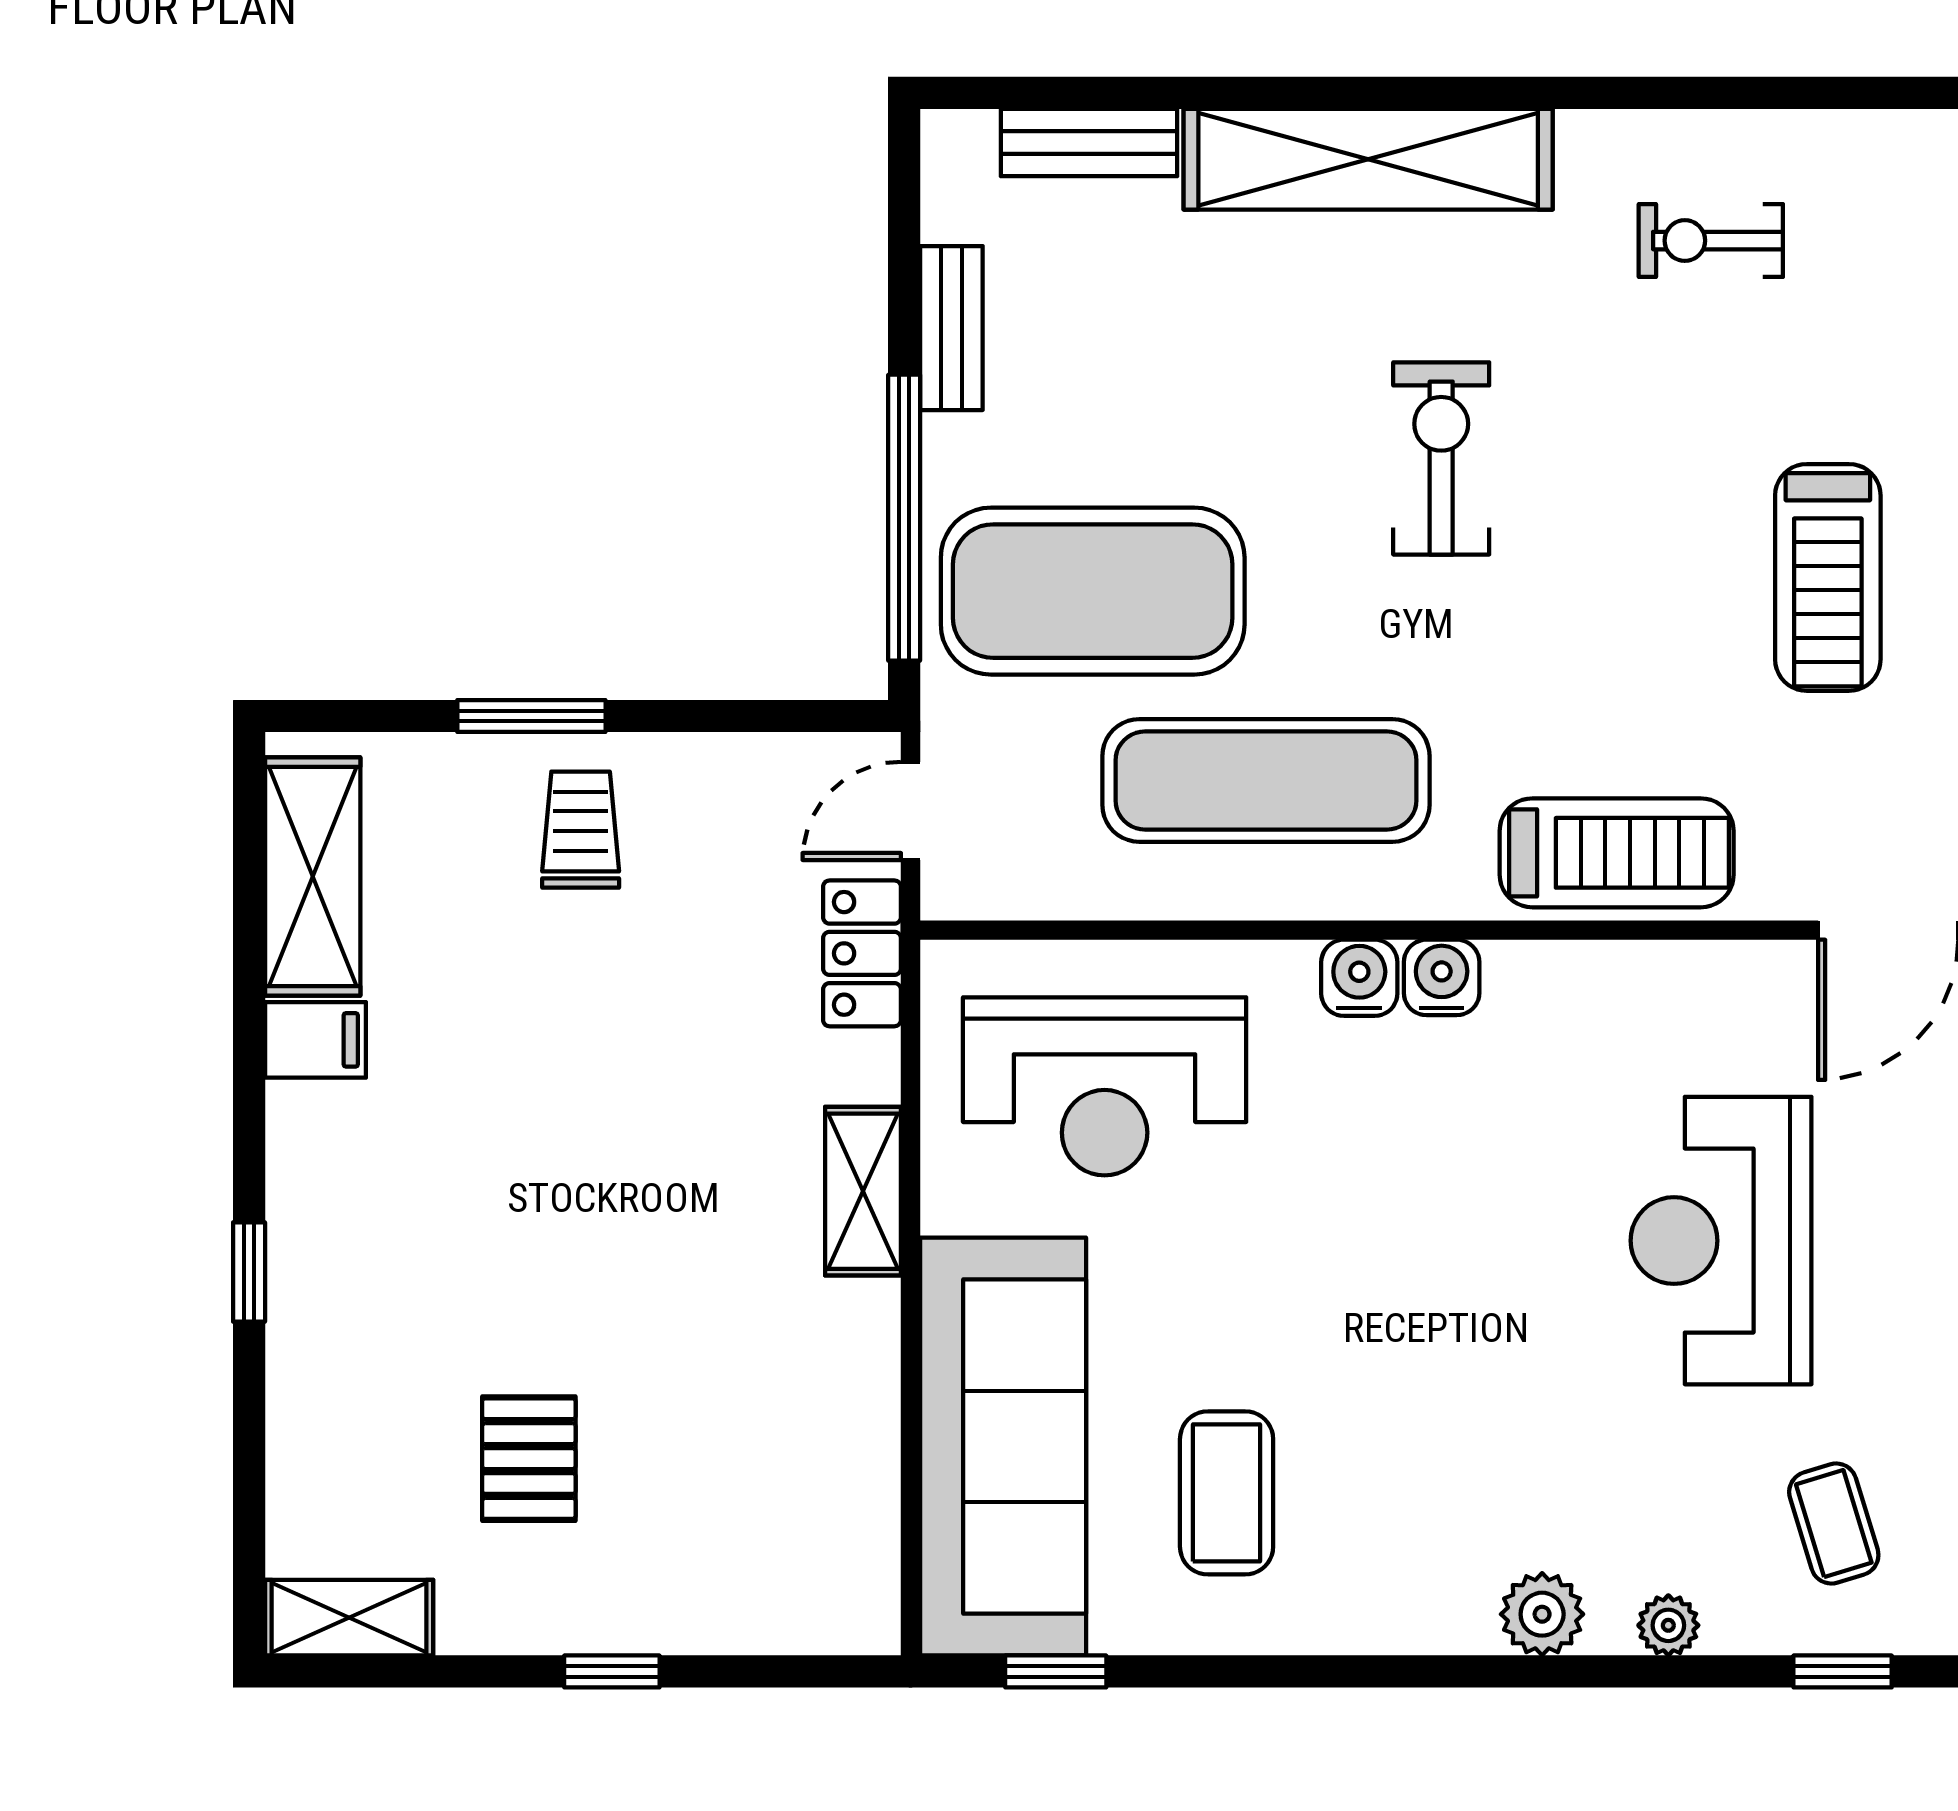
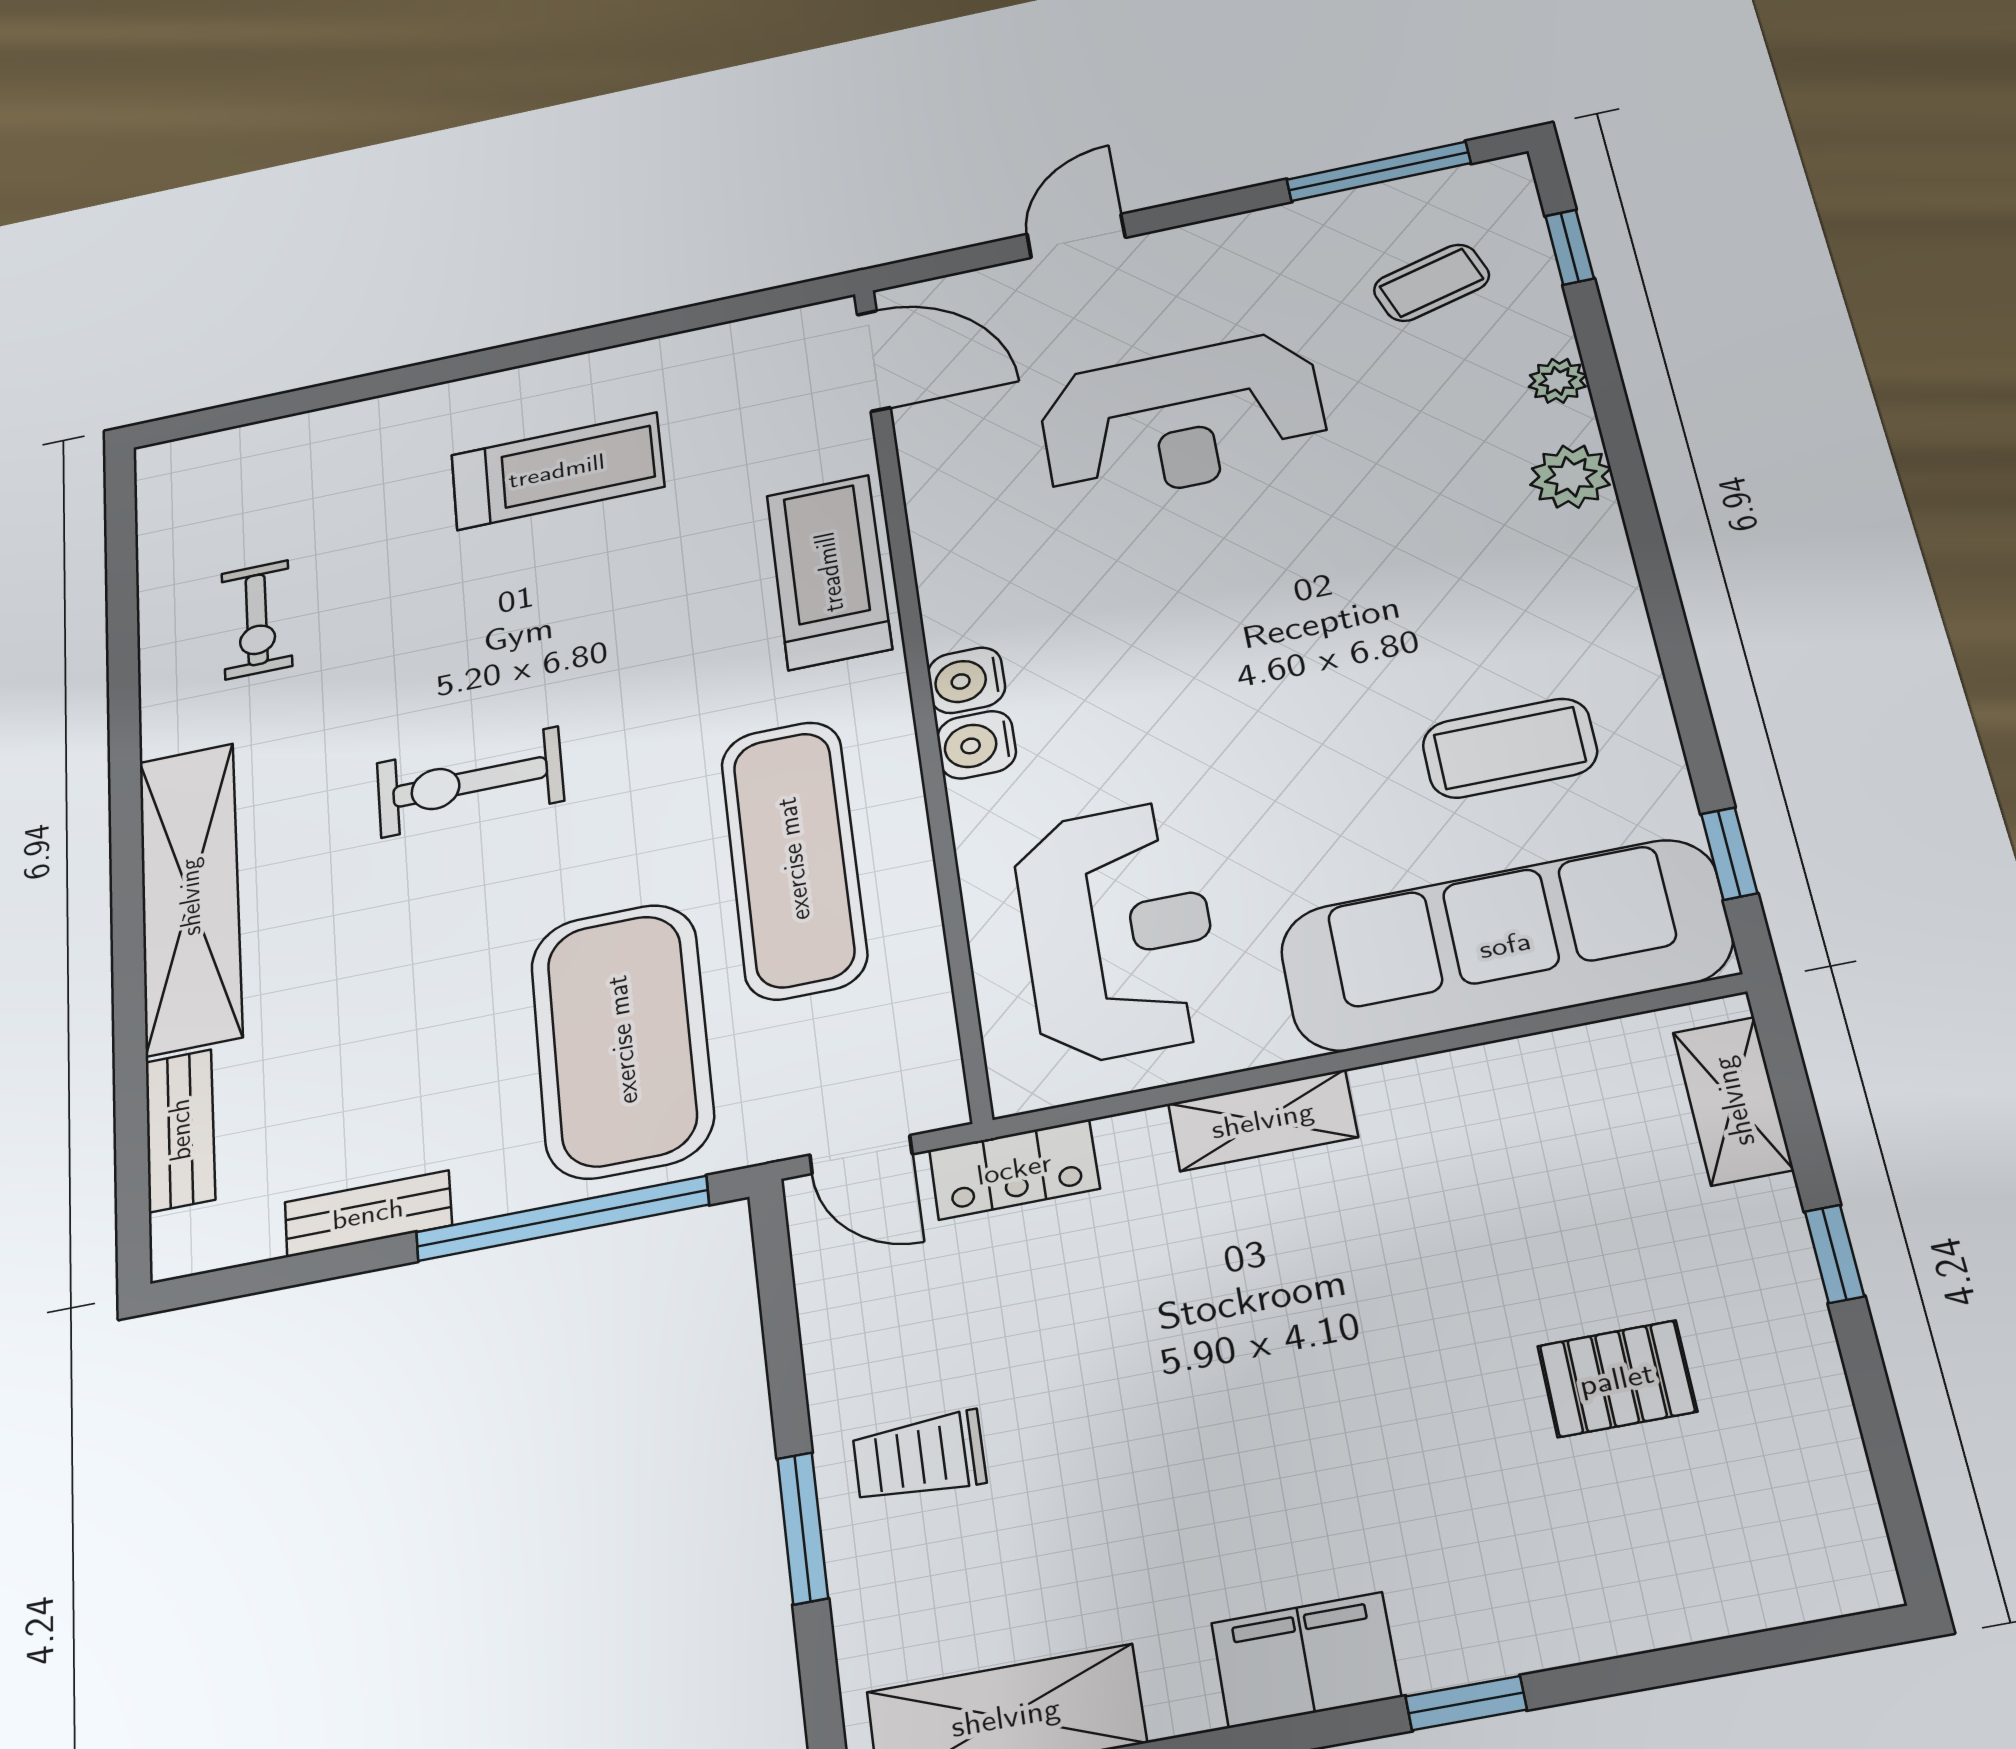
filing cabinet: (315, 1040) -> (1306, 1660), moved, width x2.00
shelving: (349, 1618) -> (1733, 1101), moved

